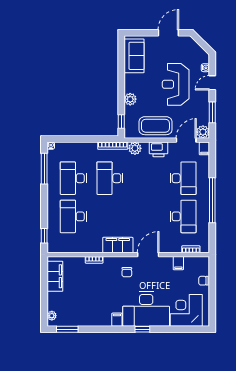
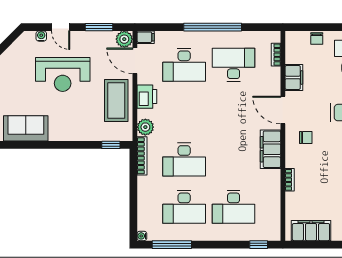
plant: (130, 99) -> (82, 133), removed
desk: (183, 178) -> (184, 65), turned 180
filing cabinet: (178, 263) -> (294, 77), width x2.00

